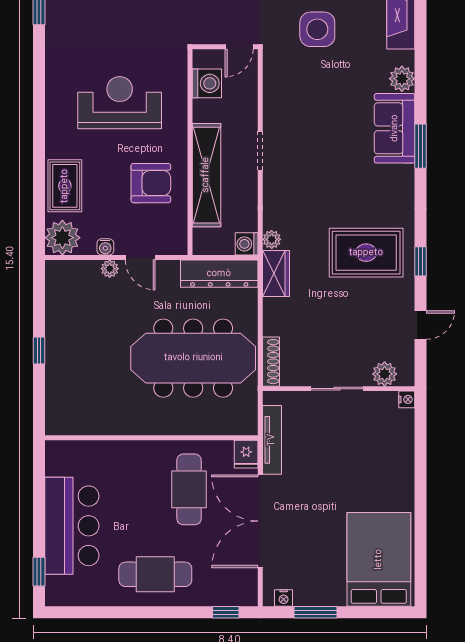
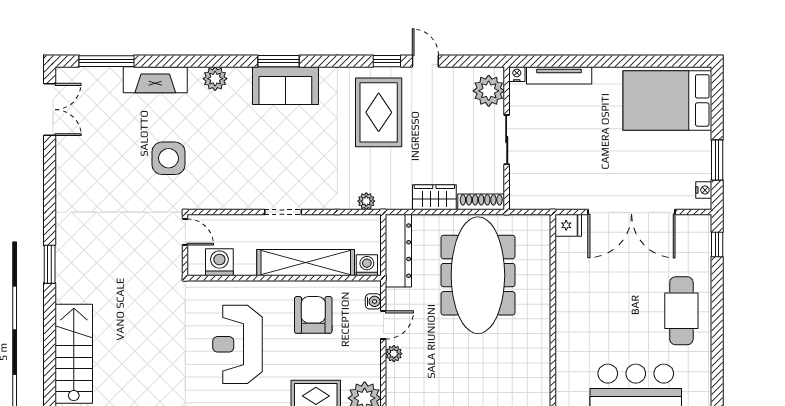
sofa: (395, 128) -> (285, 86), moved
washing machine: (247, 244) -> (367, 265), moved, turned 180
water cooler: (105, 247) -> (373, 301), moved
wardrobe: (276, 274) -> (434, 197), moved
door: (421, 325) -> (425, 61), moved
plant: (385, 374) -> (489, 91), width x1.36, depth x1.36
tv unit: (272, 440) -> (559, 75), moved, turned 180
cafe table: (189, 489) -> (601, 279), removed

